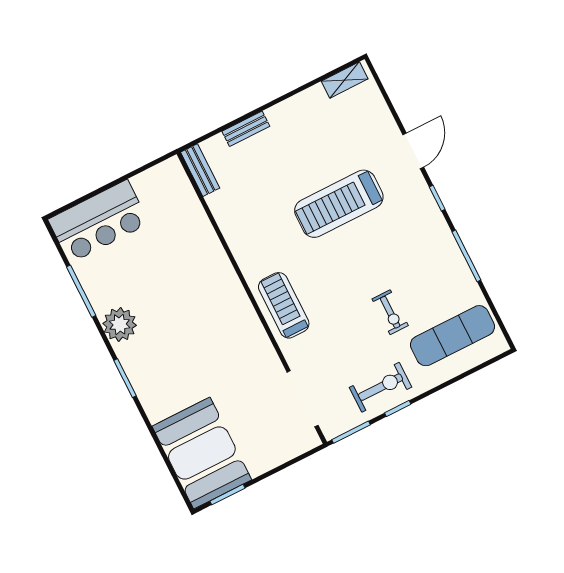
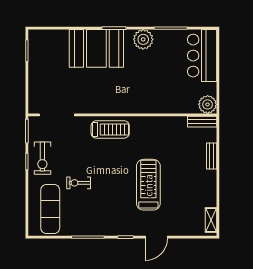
door: (413, 151) -> (156, 237), hinge flipped
plant: (170, 175) -> (208, 104), added
booth: (202, 453) -> (96, 48), moved

